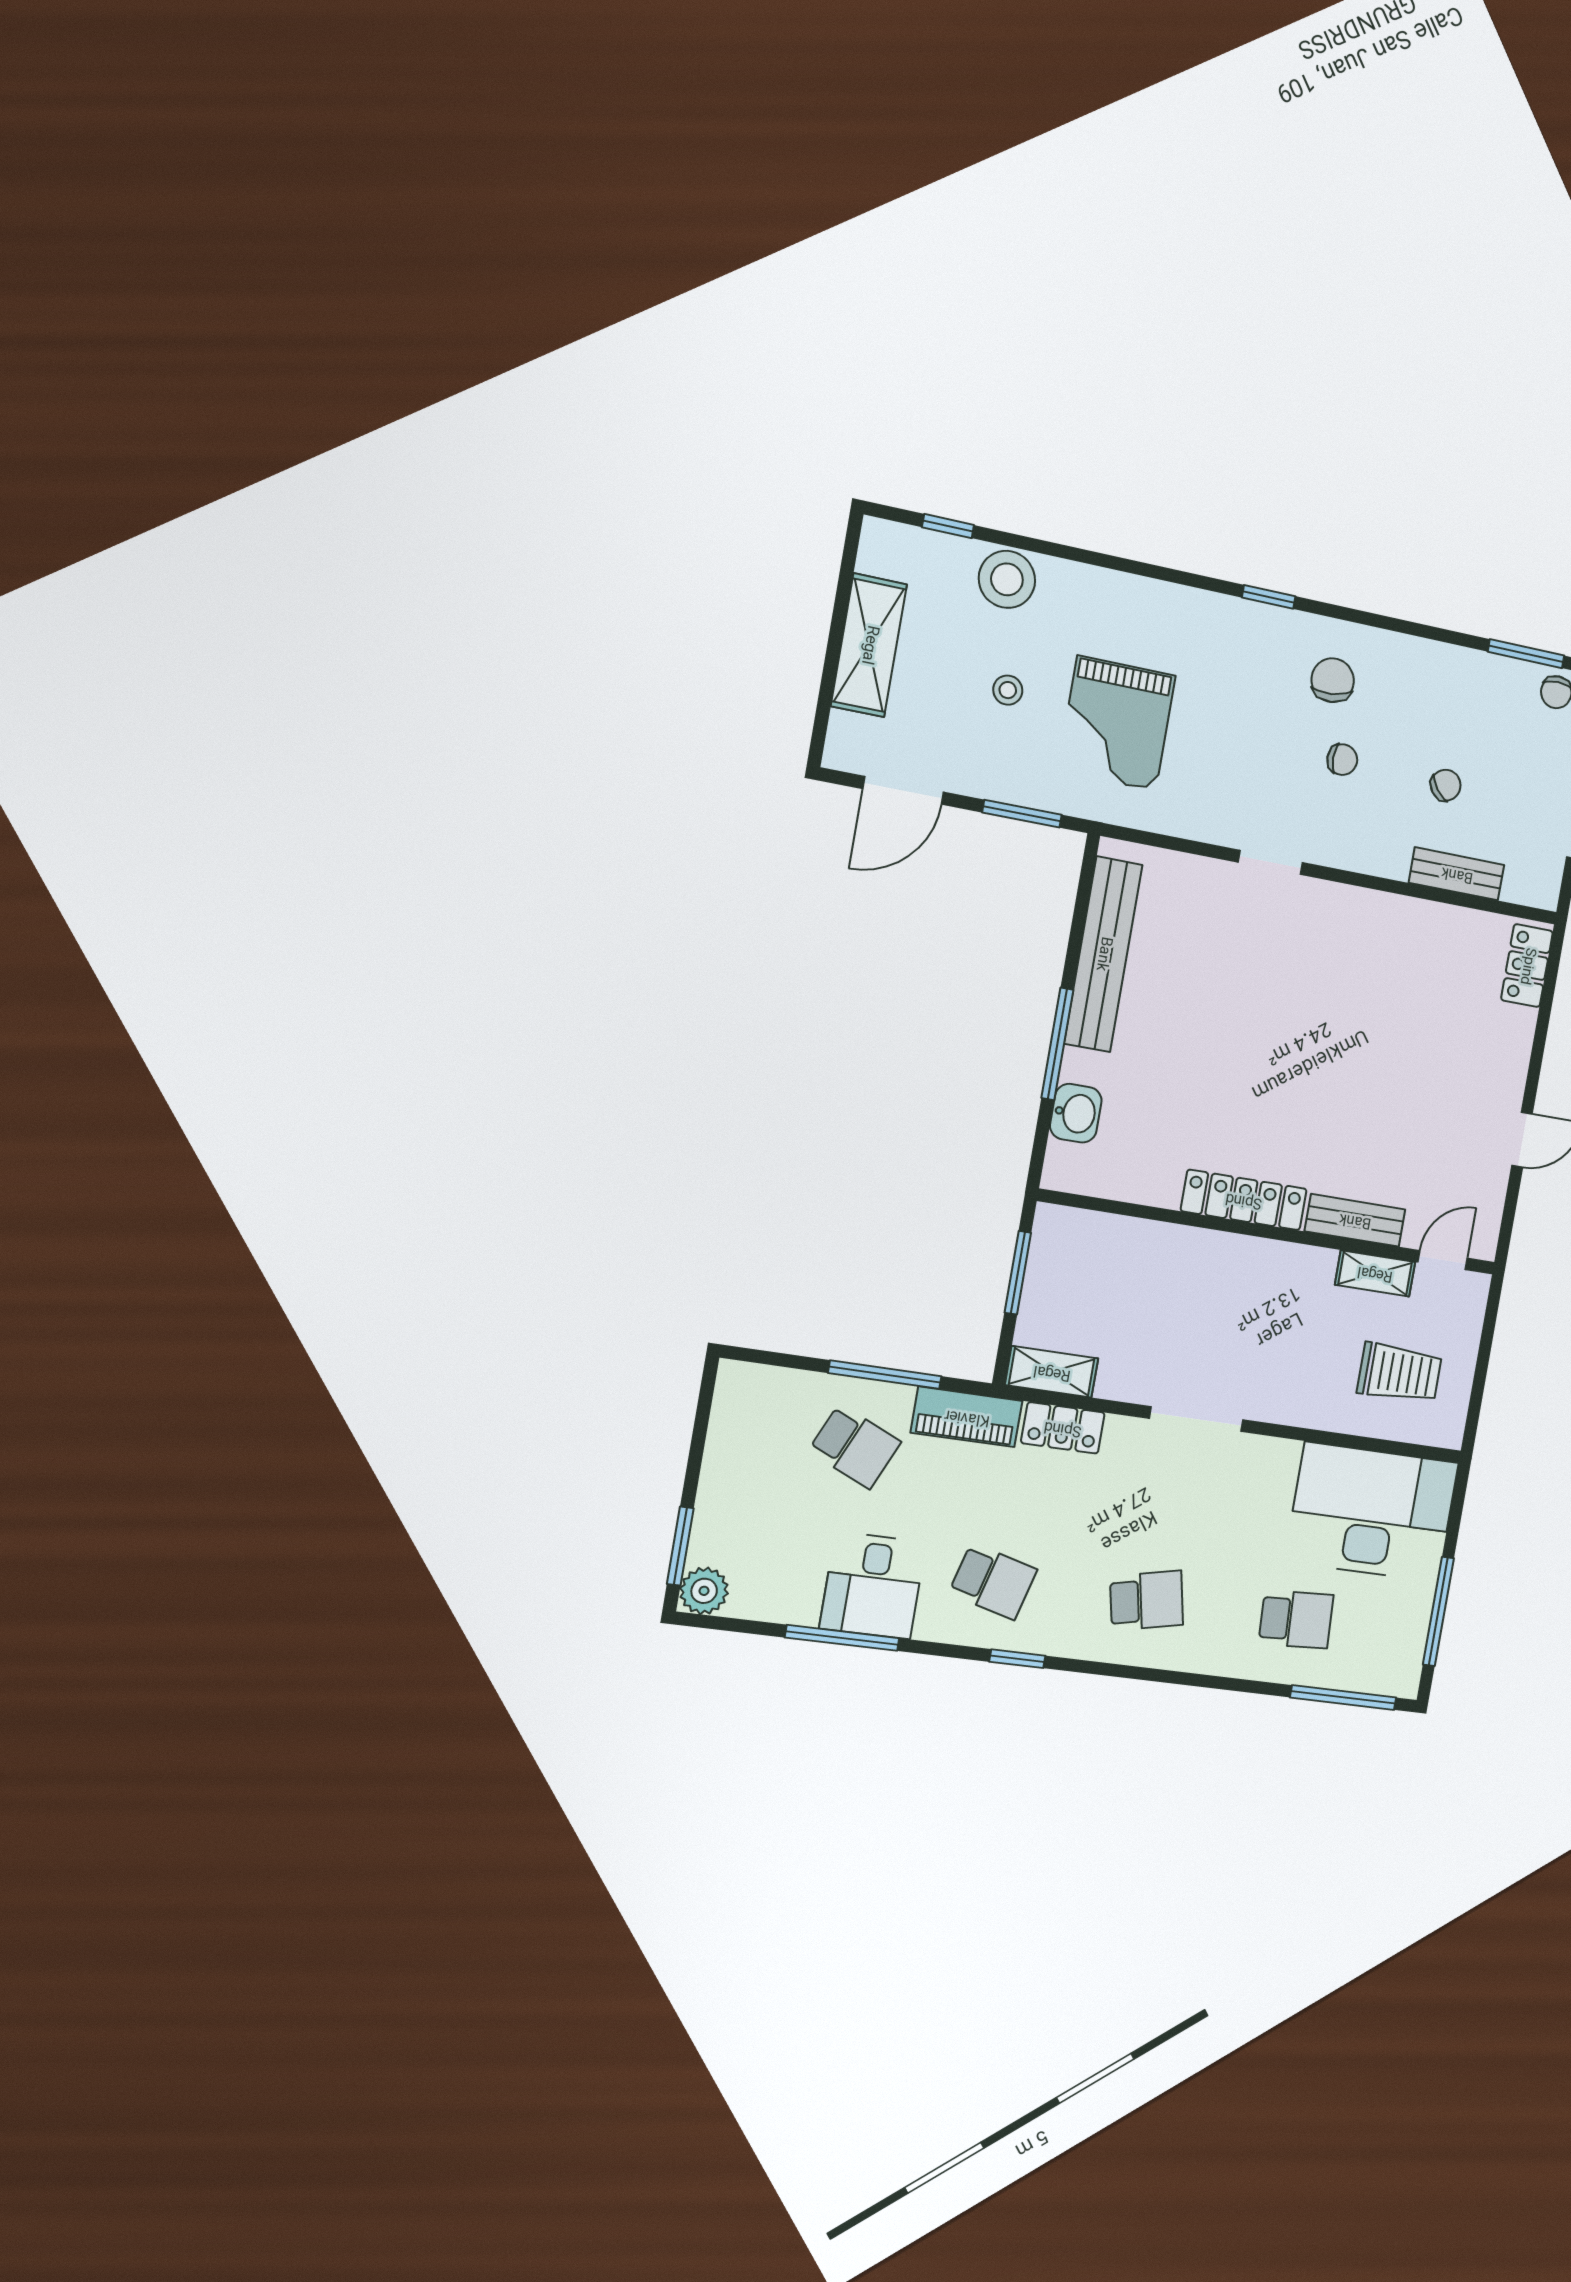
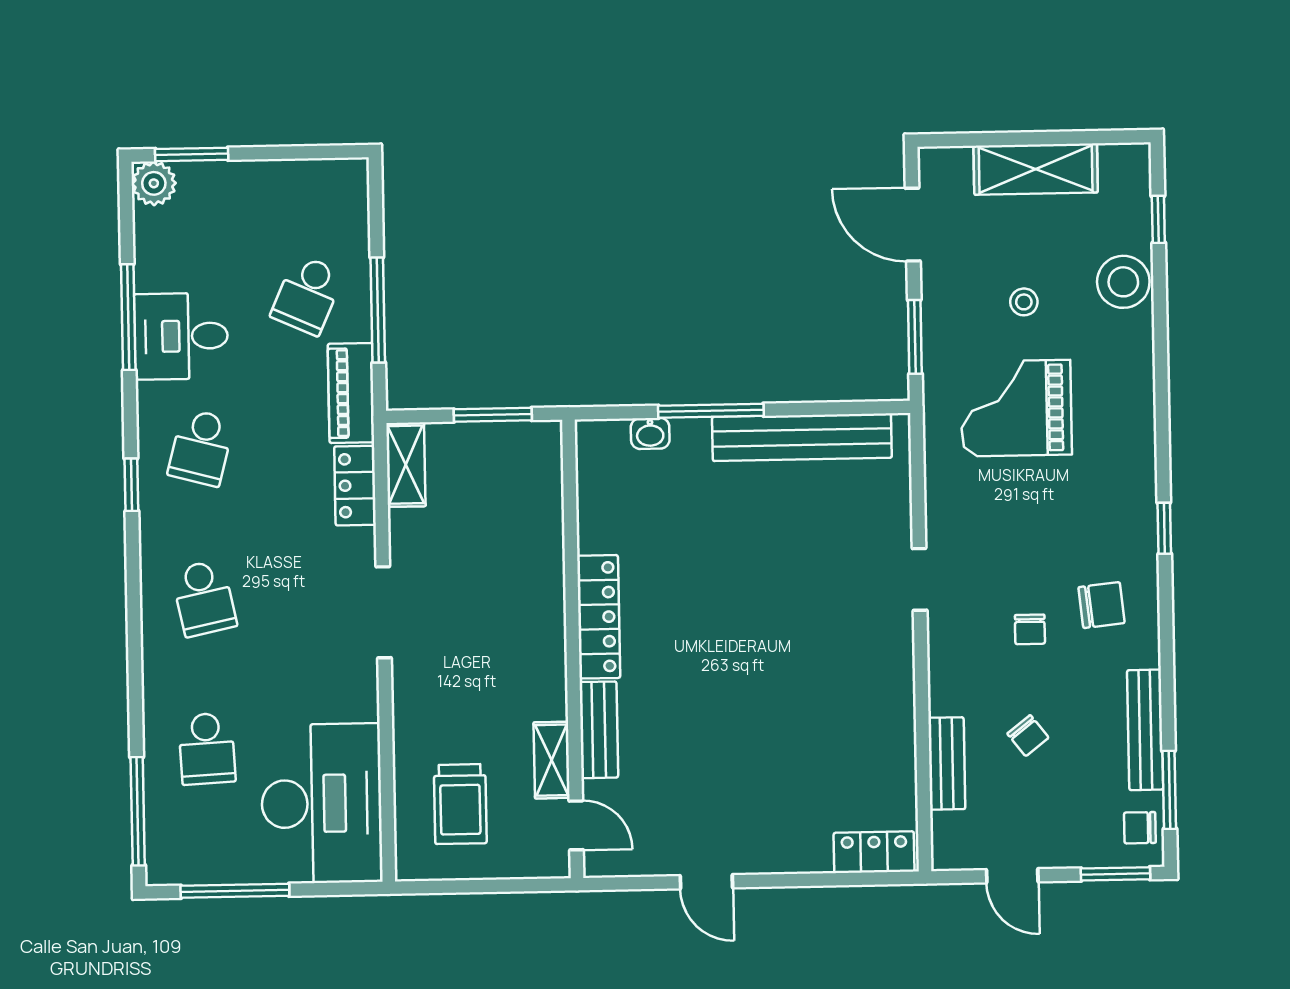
bench: (1463, 664) -> (1145, 730), added
washbasin: (1076, 1113) -> (650, 433), width x0.72, depth x0.69

